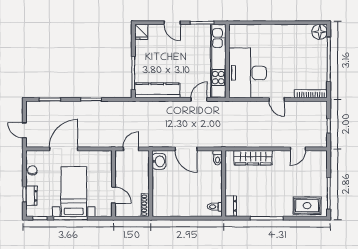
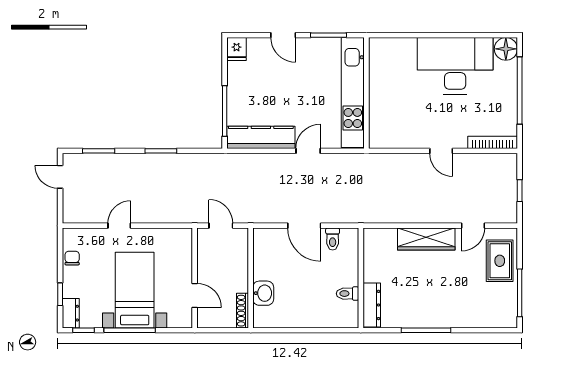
desk: (247, 73) -> (455, 66), moved, turned 90
door: (199, 99) -> (308, 151), moved
door: (24, 130) -> (60, 177), moved
door: (64, 149) -> (119, 226), width x0.53
door: (131, 149) -> (221, 226), hinge flipped
toilet: (218, 158) -> (333, 239), moved
wardrobe: (253, 158) -> (426, 239), moved
washbasin: (159, 161) -> (263, 293), moved
dresser: (31, 196) -> (71, 313), moved
dresser: (231, 206) -> (372, 305), width x1.44
rug: (307, 206) -> (500, 261), moved, turned 90
toilet: (215, 207) -> (348, 294), moved

